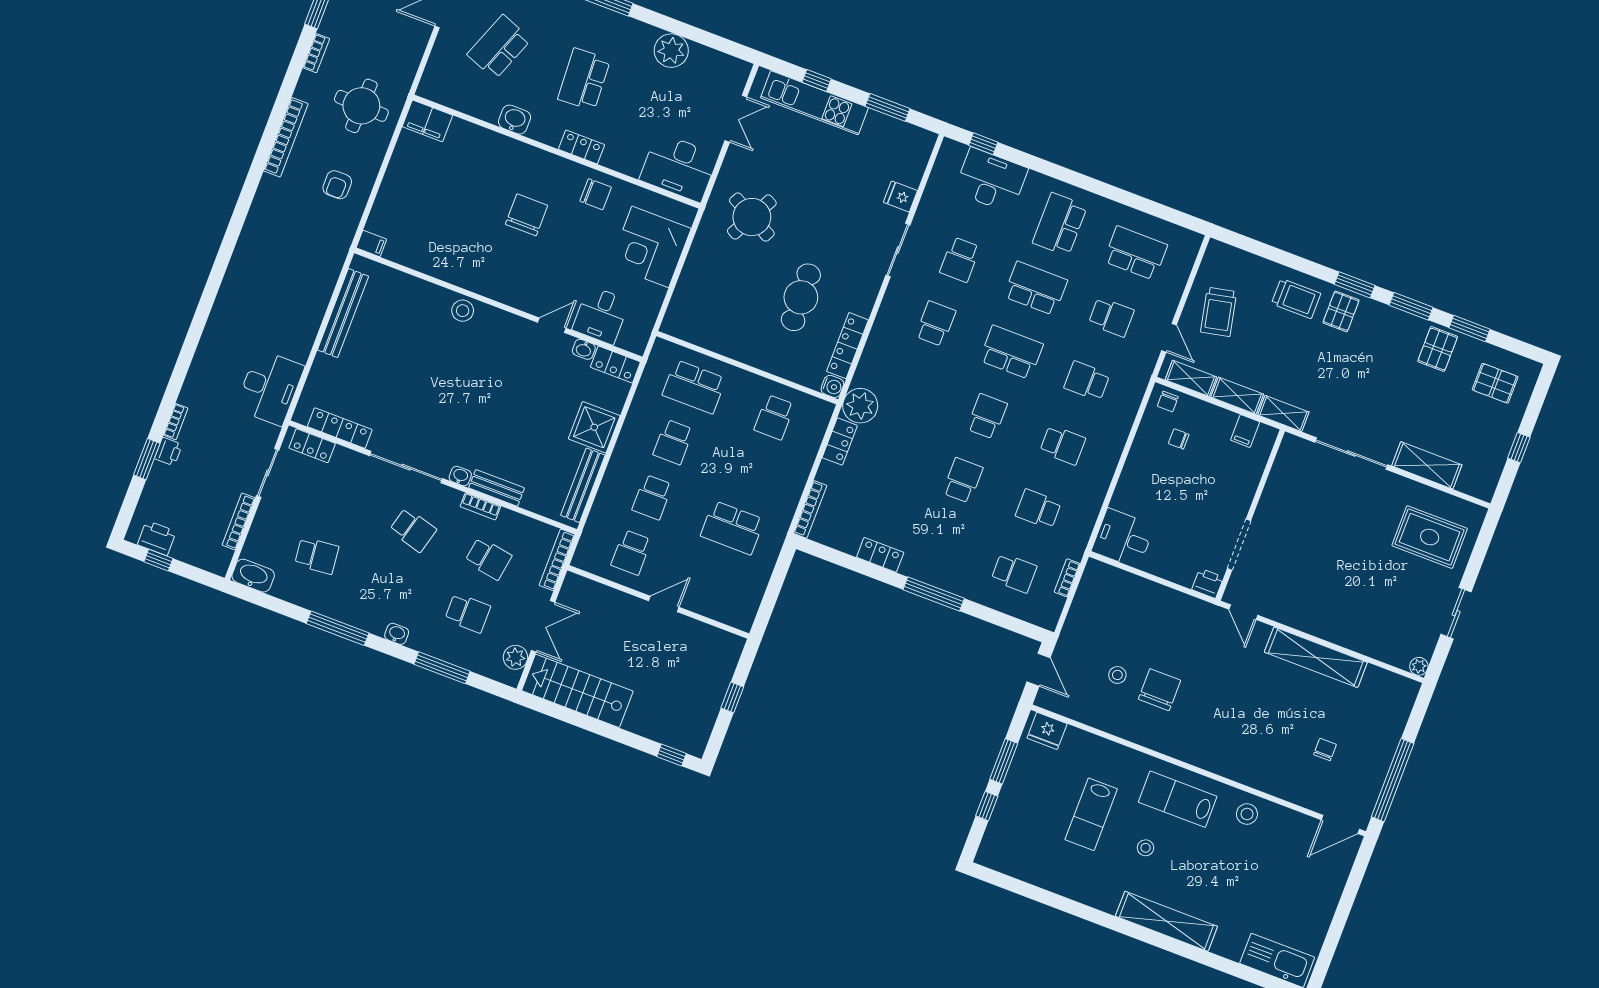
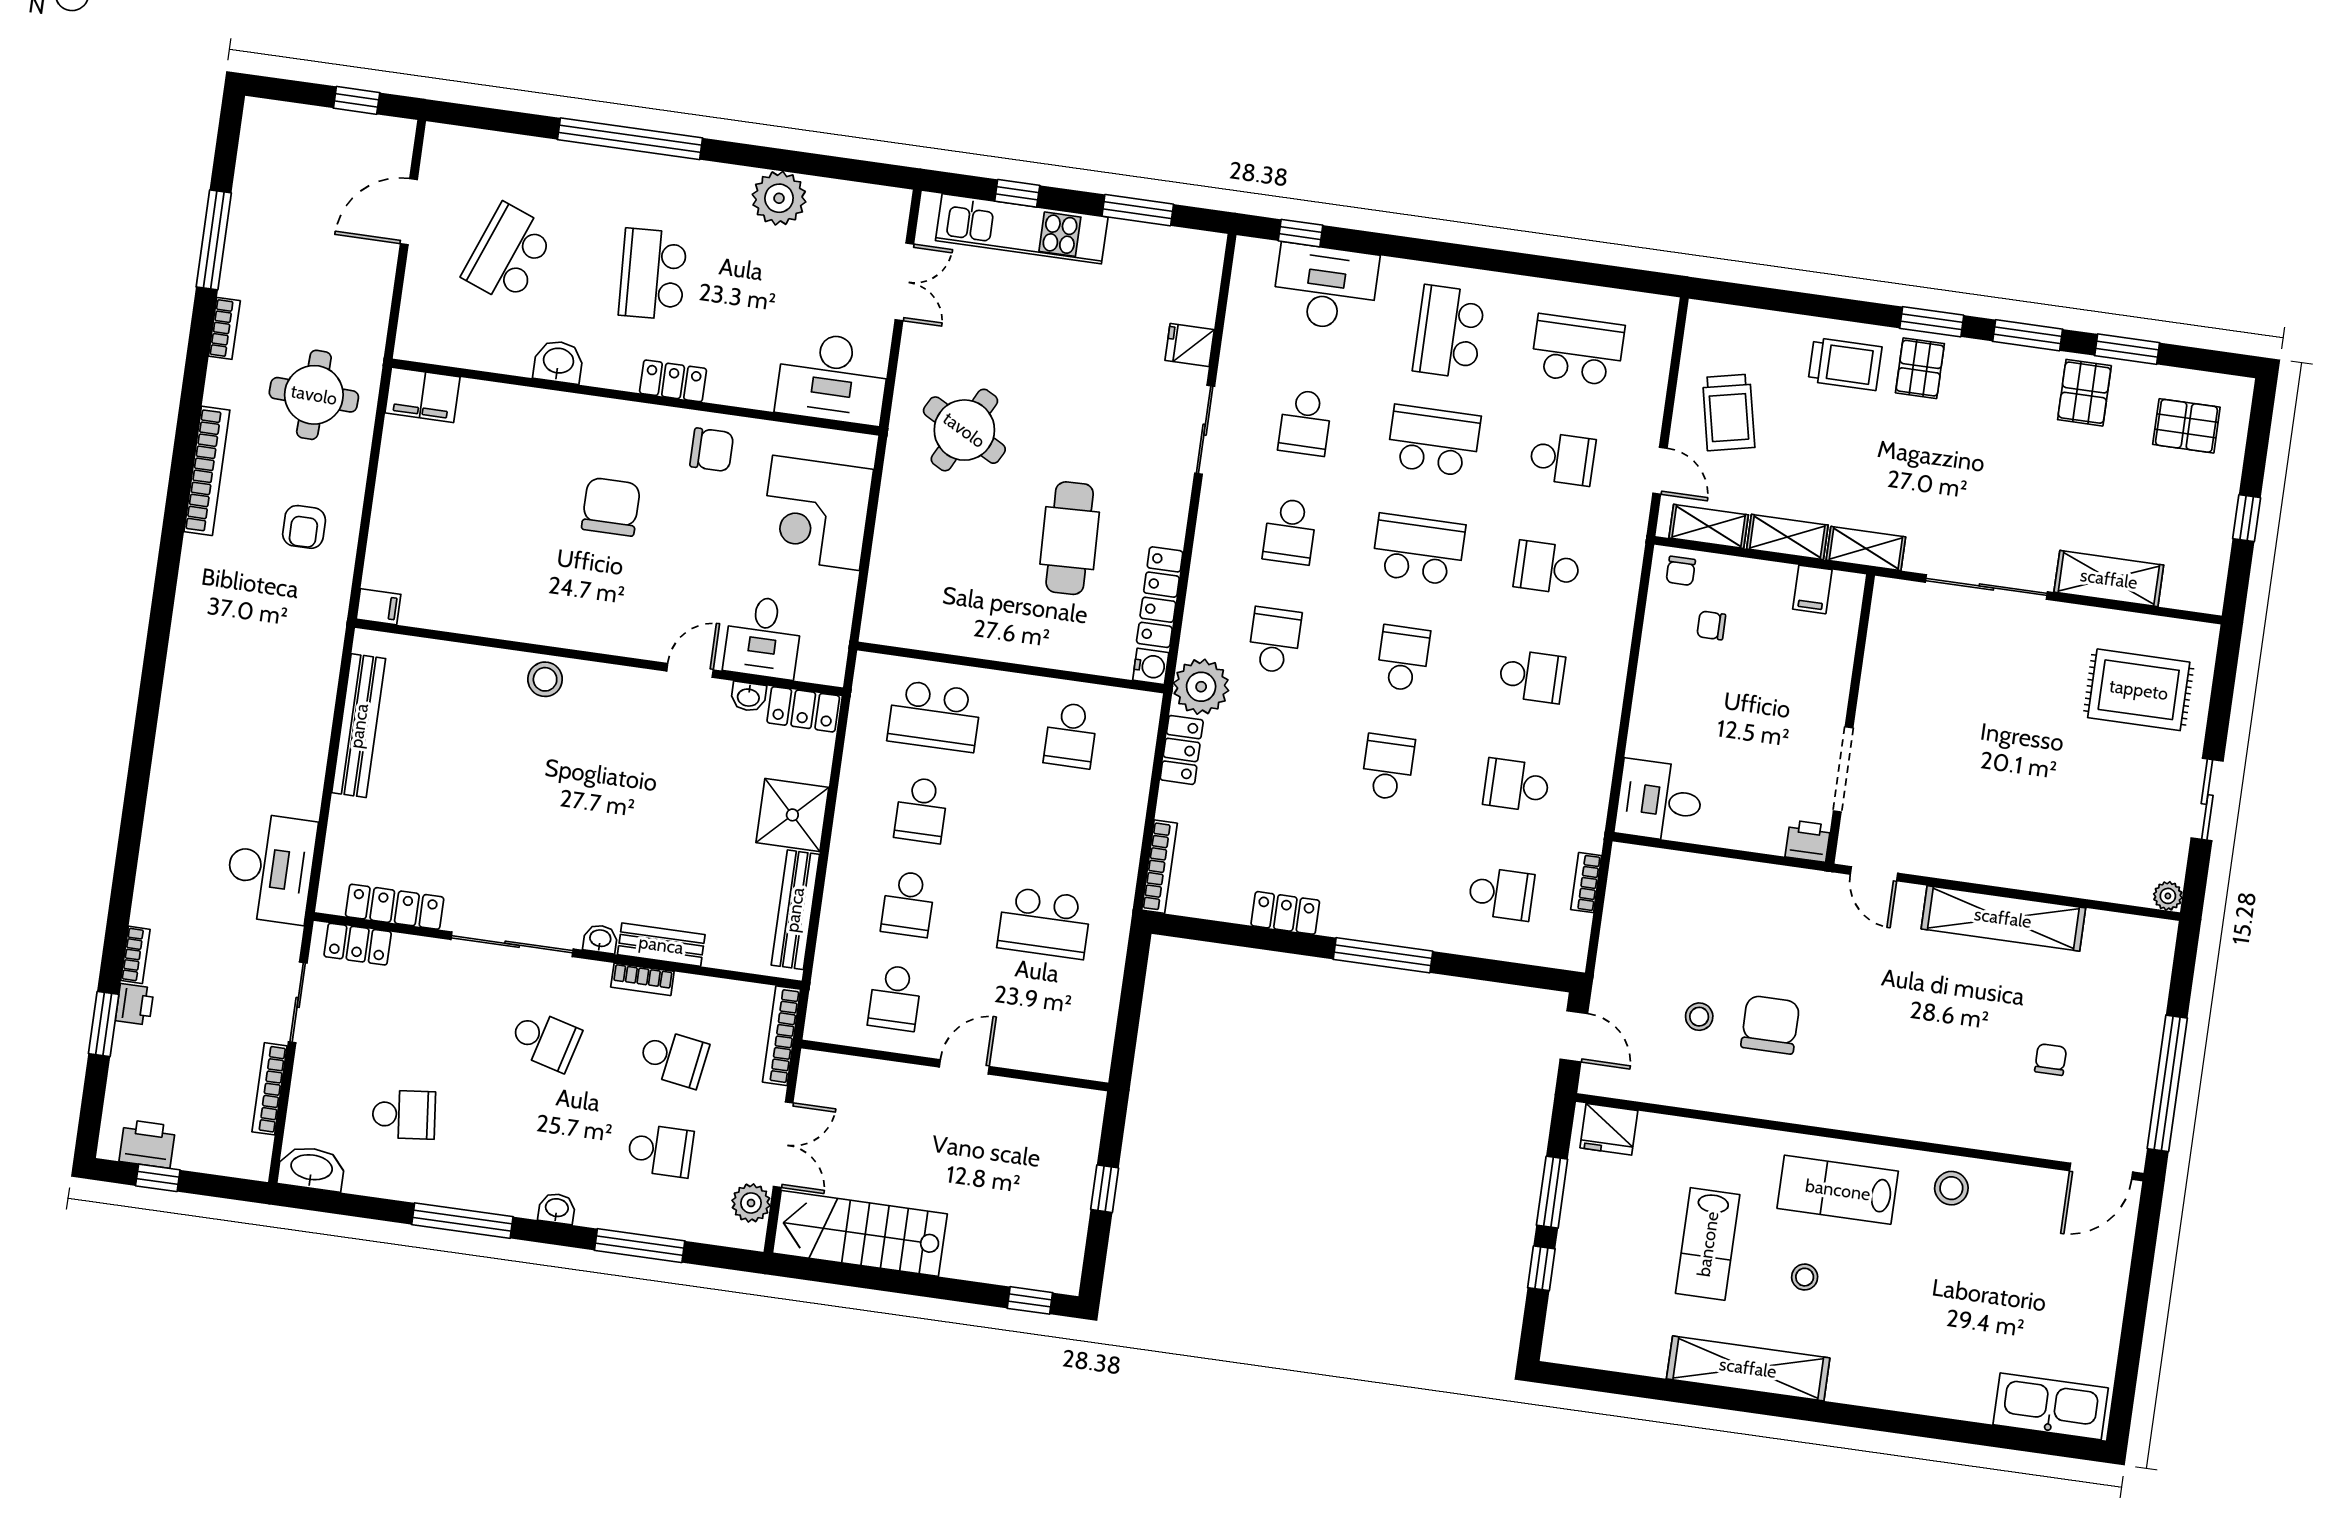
school desk: (936, 324) -> (1290, 531), turned 180
school desk: (911, 388) -> (1275, 640), added
shelving: (1166, 921) -> (1748, 1368), moved

